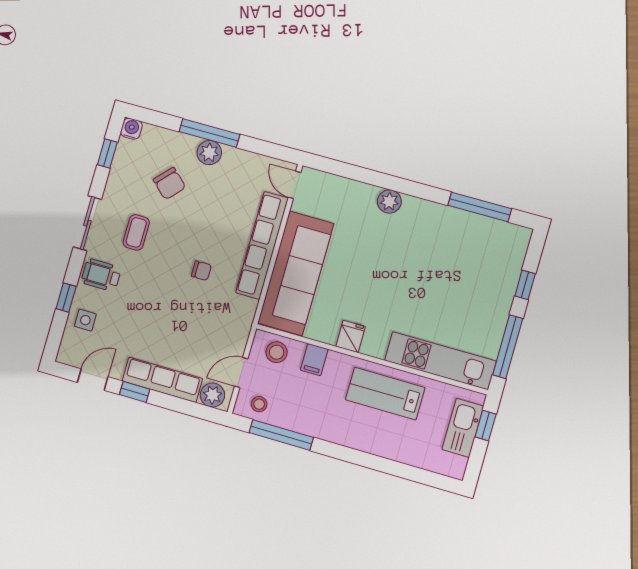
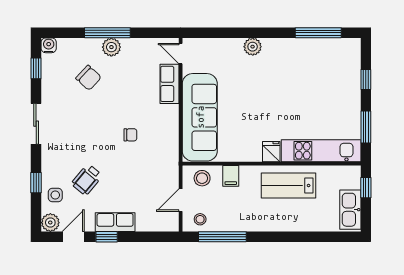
coffee table: (136, 232) -> (74, 120), removed
row of seats: (262, 245) -> (169, 84), width x0.50
wheelchair: (101, 275) -> (87, 180), moved, turned -50
fridge: (351, 336) -> (271, 152), moved
window: (508, 347) -> (366, 127), width x0.69
row of seats: (162, 380) -> (115, 222), width x0.68
plant: (212, 395) -> (50, 223), moved
kitchen sink: (463, 428) -> (350, 210), moved

